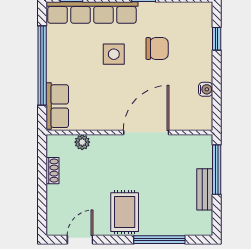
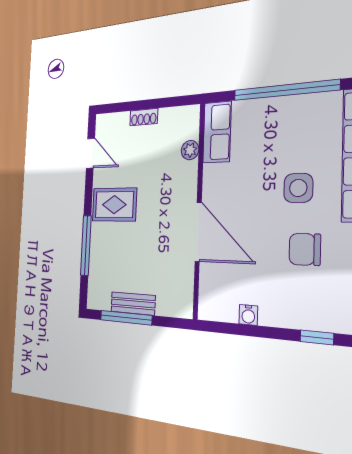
chair: (157, 48) -> (305, 249), turned 90
row of seats: (57, 106) -> (217, 132), moved, turned -90
window: (217, 170) -> (126, 318), moved
shoe rack: (53, 171) -> (144, 117), moved

